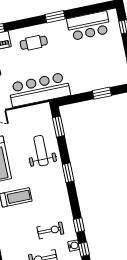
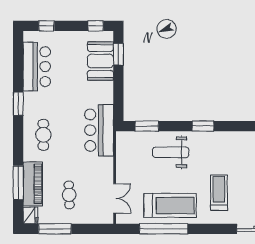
booth: (104, 77) -> (100, 61), added
bar counter: (39, 90) -> (99, 130), width x0.73
window: (102, 93) -> (118, 54), moved

